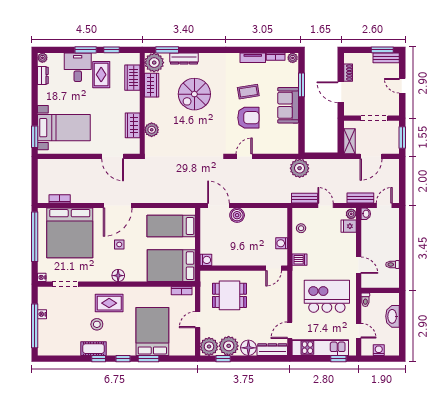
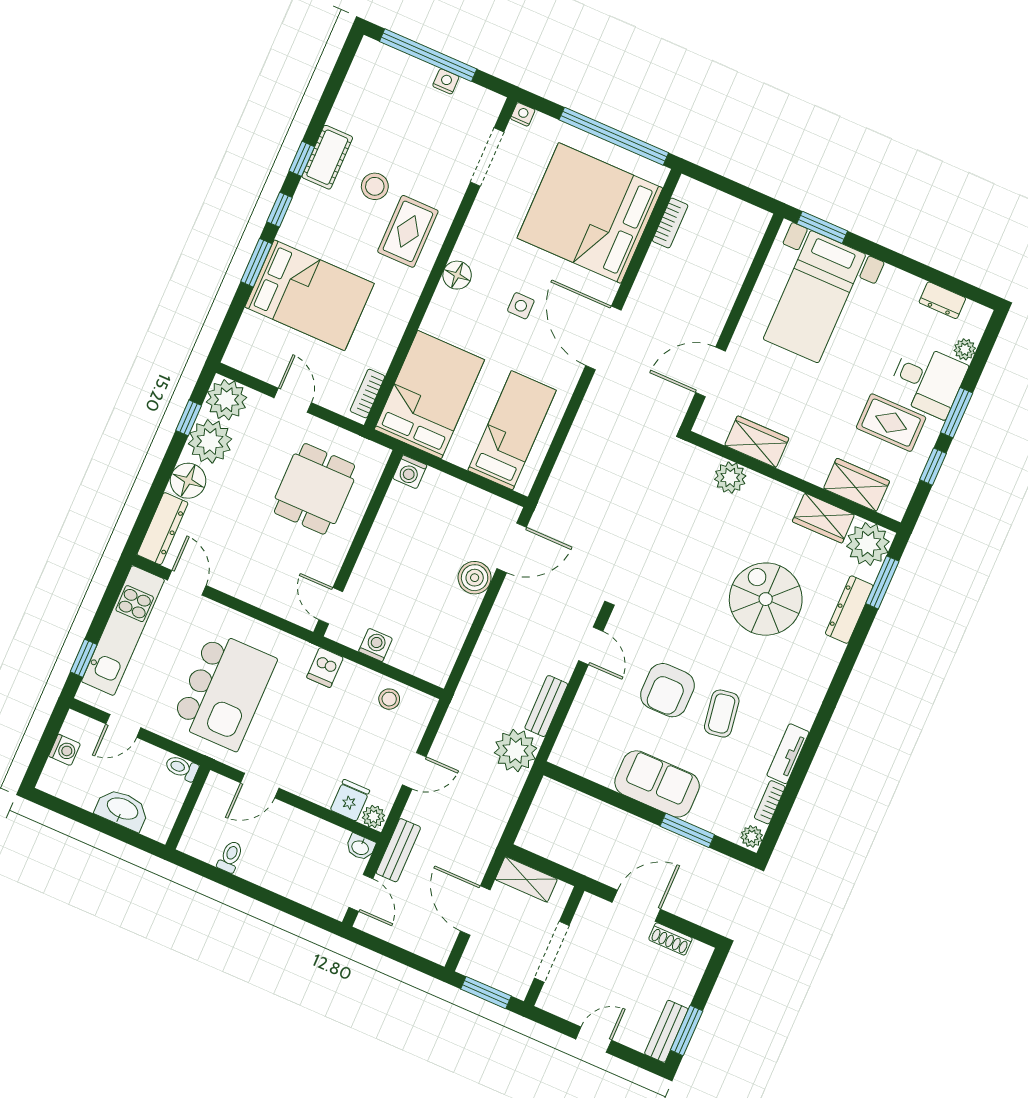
plant: (42, 58) -> (965, 349), moved
bench: (305, 198) -> (546, 706), moved

